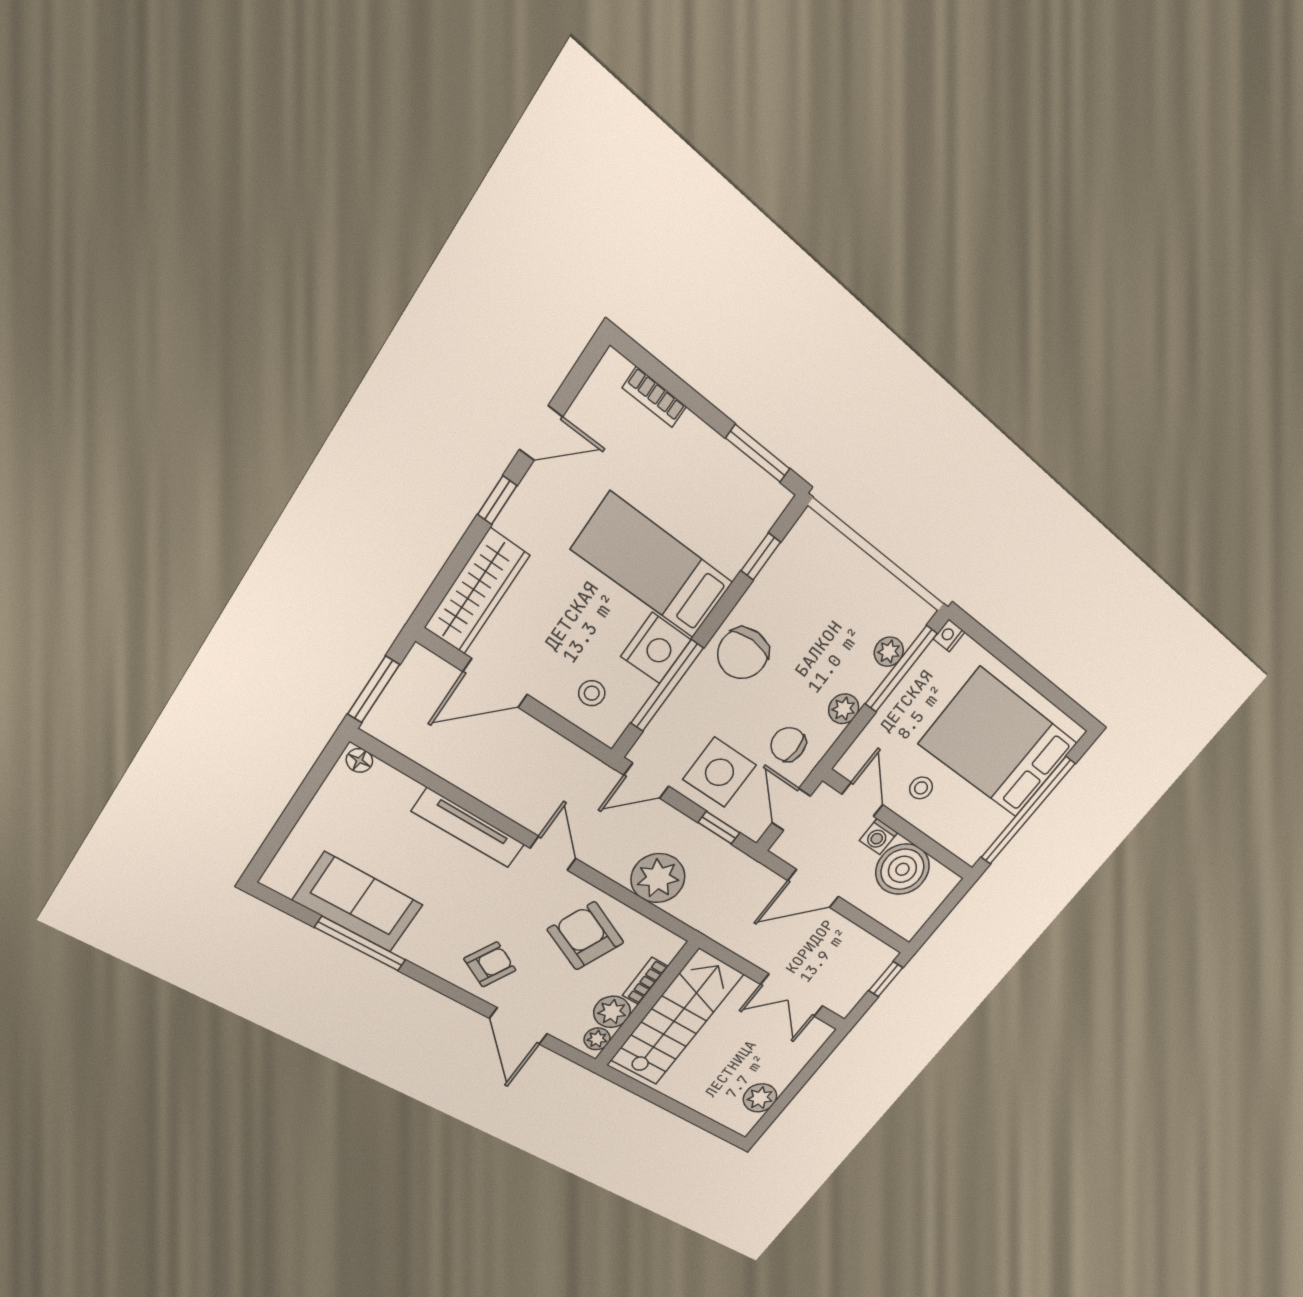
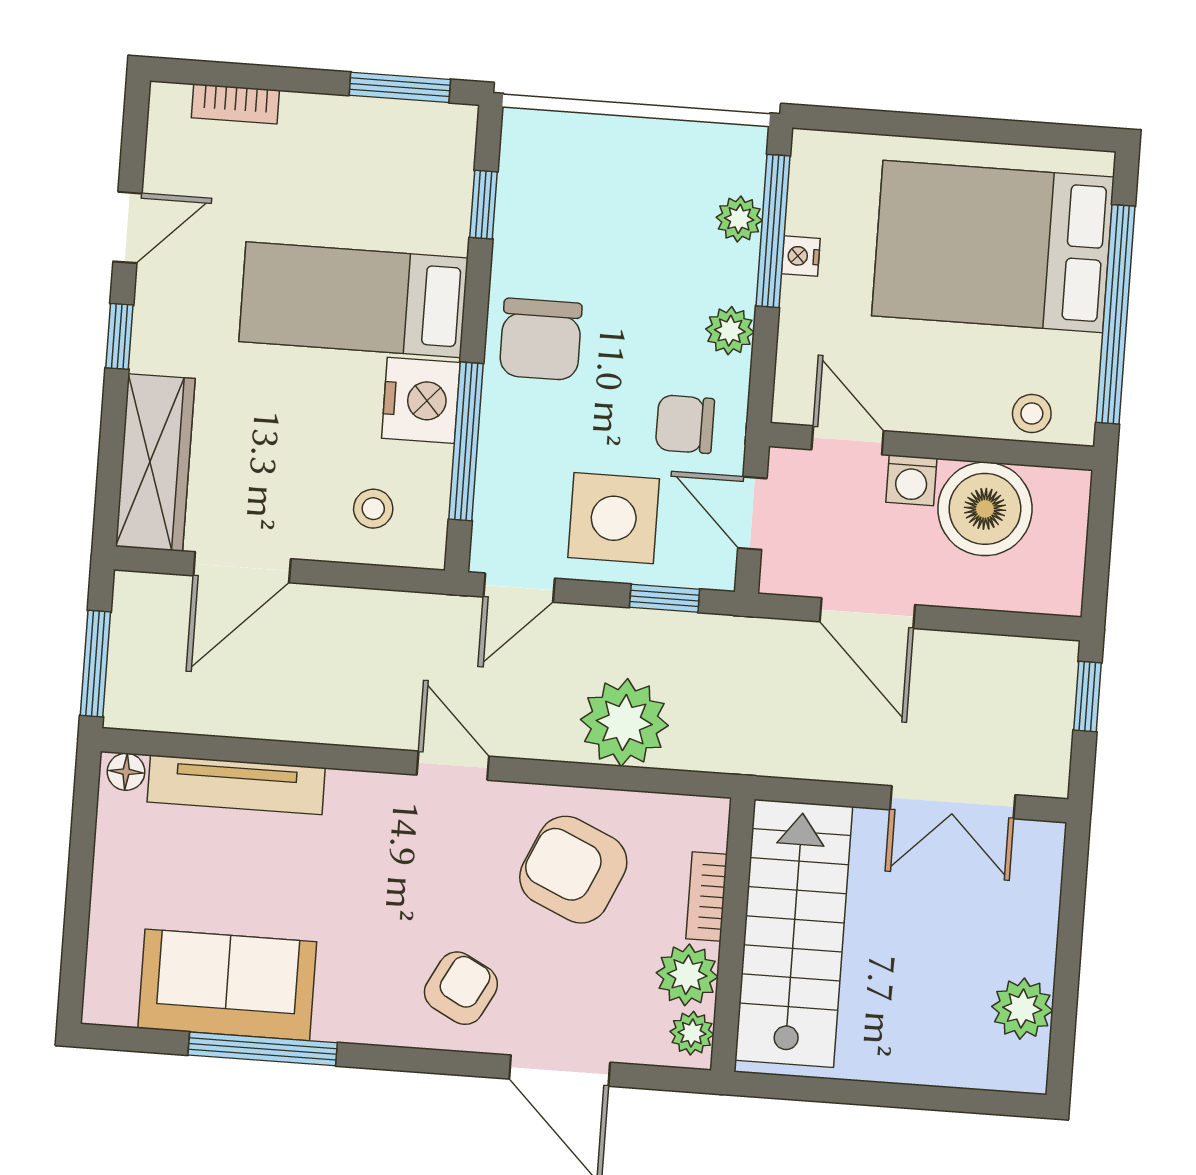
nightstand: (949, 635) -> (801, 256), moved
stool: (921, 788) -> (1032, 413), moved
tv unit: (468, 828) -> (236, 785), moved
door: (813, 889) -> (867, 613), hinge flipped

